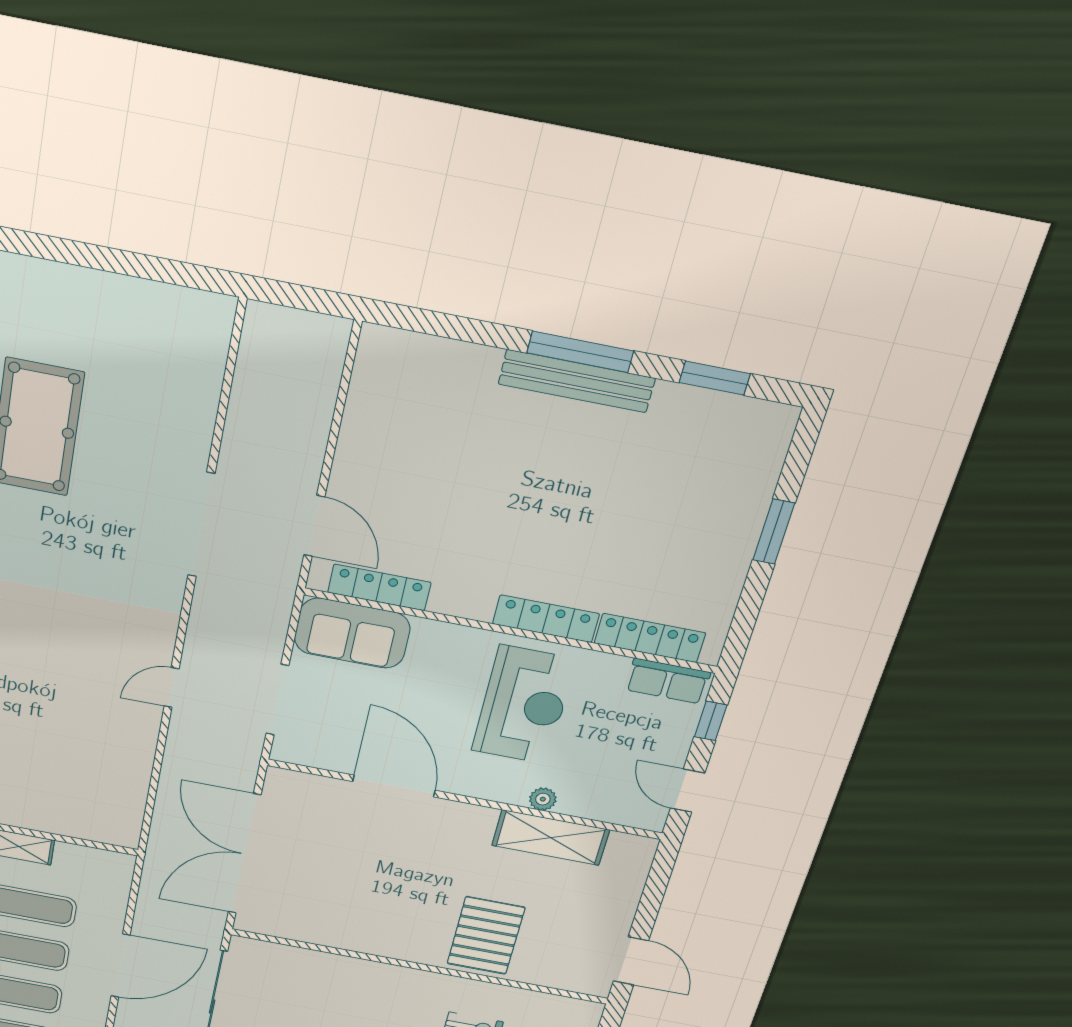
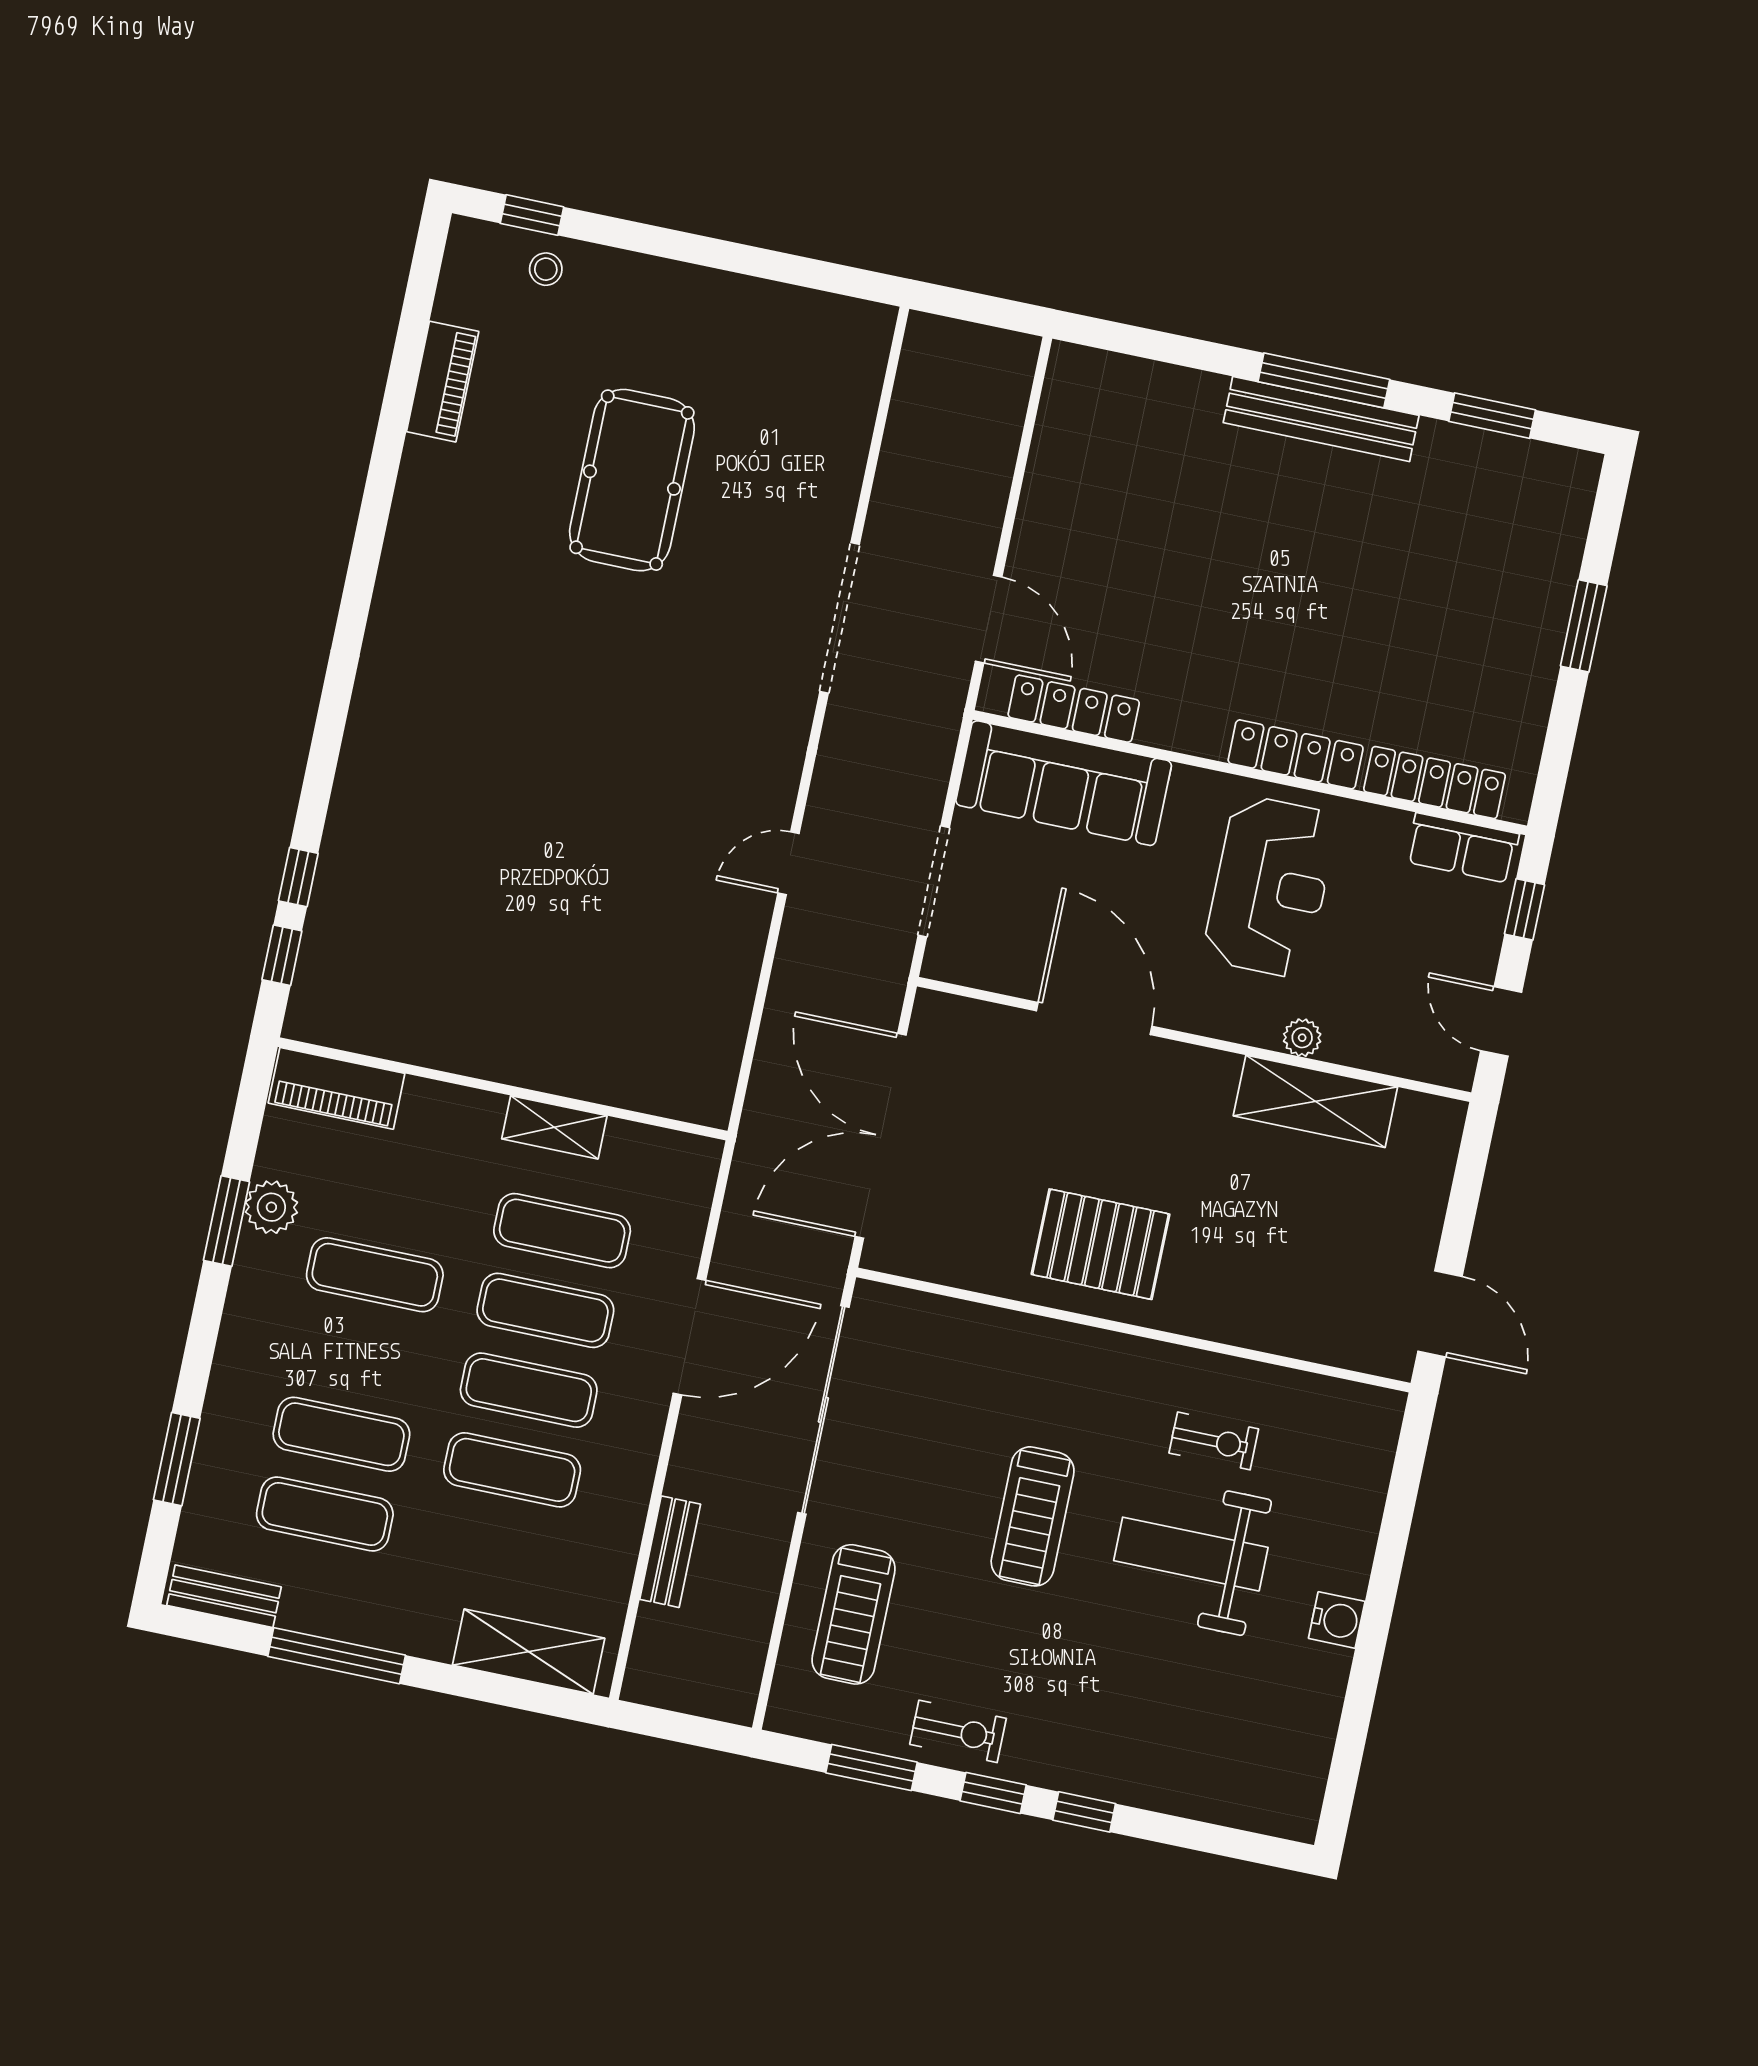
sofa: (352, 633) -> (1064, 783), width x1.36
pallet: (486, 936) -> (1101, 1244), moved, turned 90

